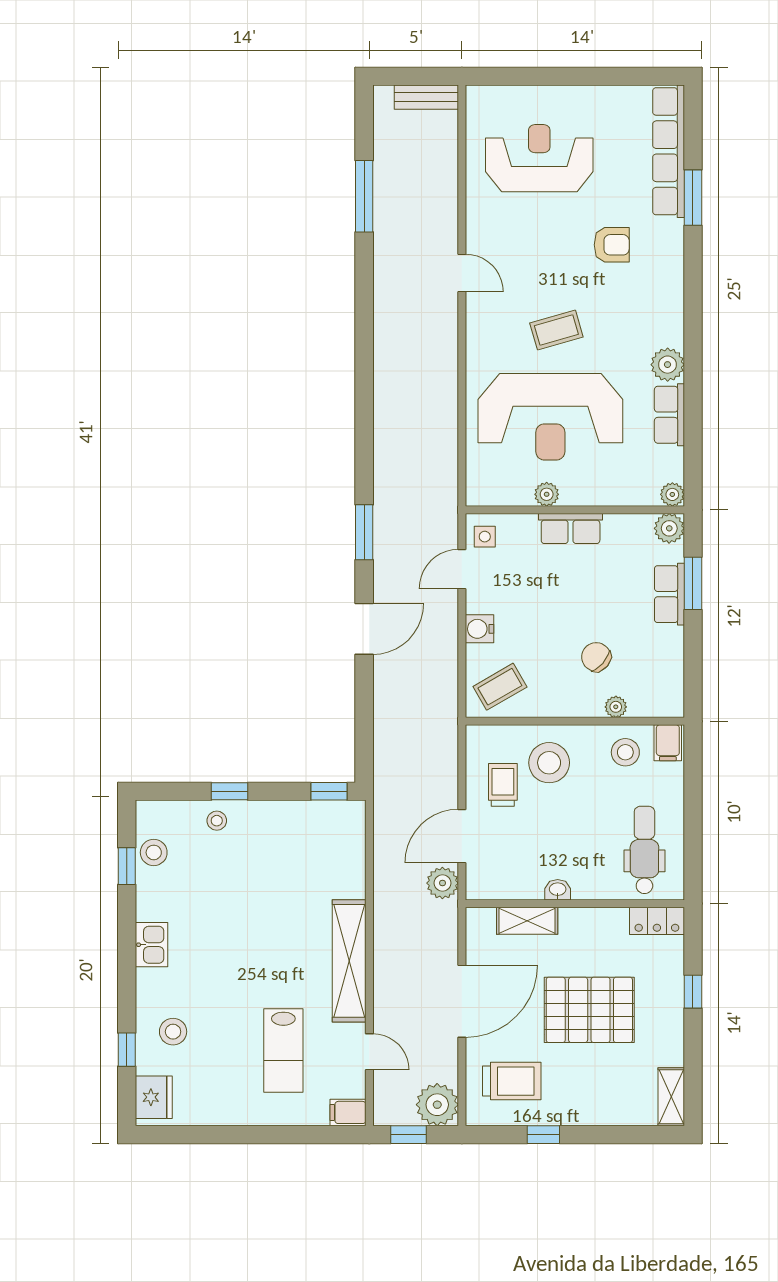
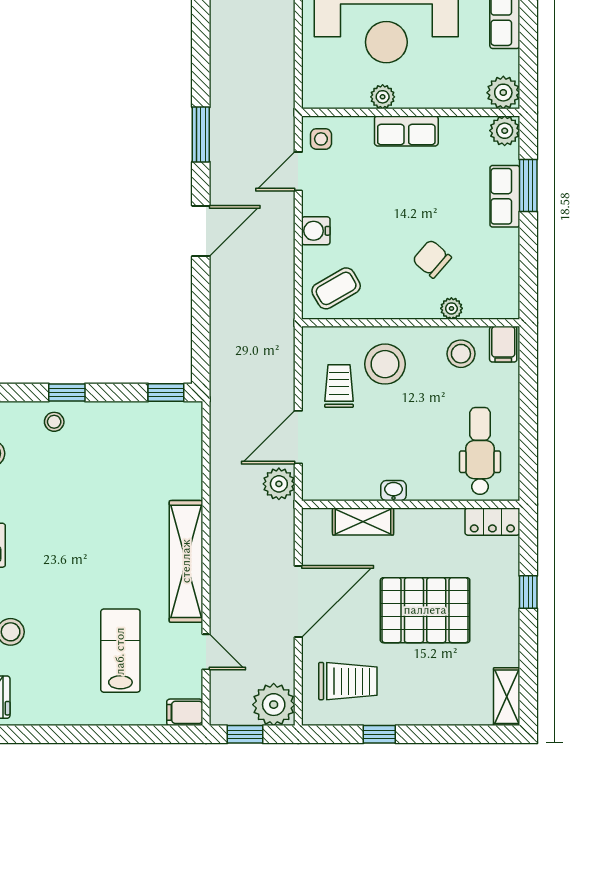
plant: (672, 494) -> (503, 93), width x1.38, depth x1.38
lab bench: (283, 1051) -> (120, 651), turned 180

